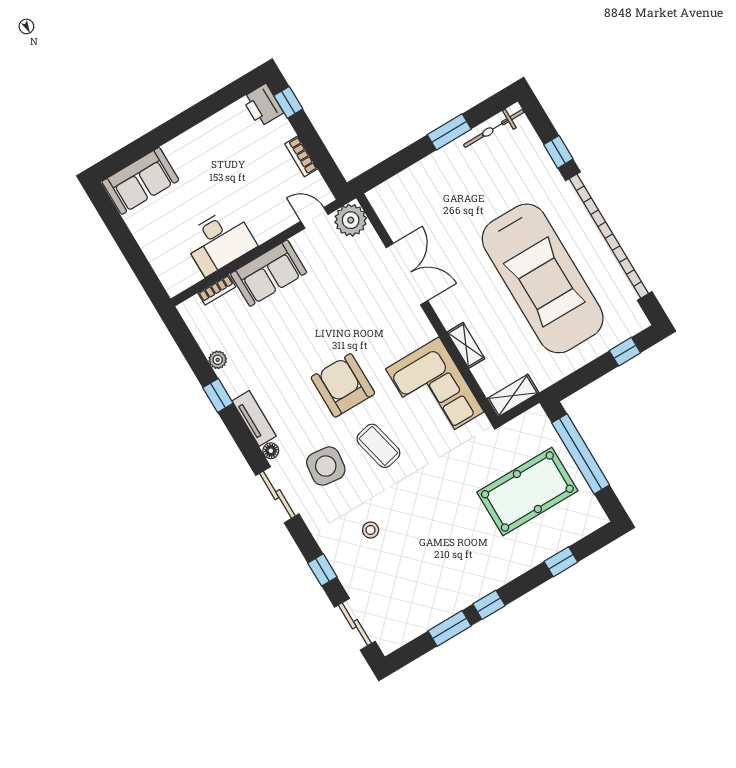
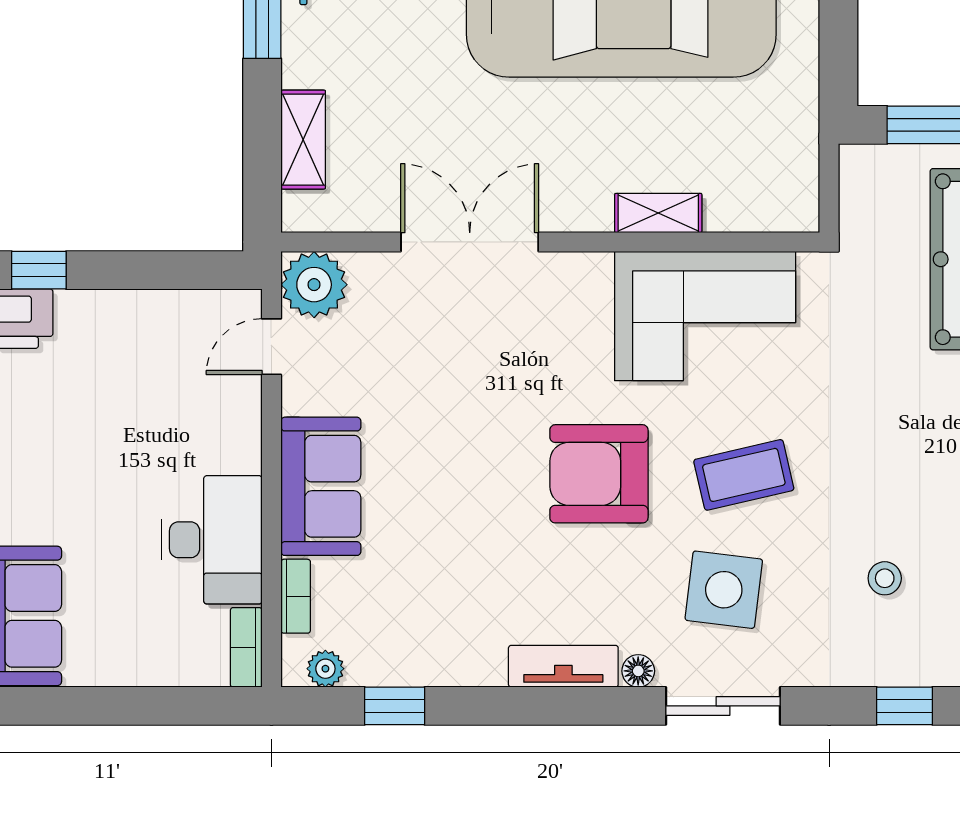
bookcase: (301, 156) -> (246, 647), moved, turned 90
plant: (218, 360) -> (325, 669), moved
window: (218, 395) -> (395, 706), moved
shelving: (513, 396) -> (303, 140), moved

